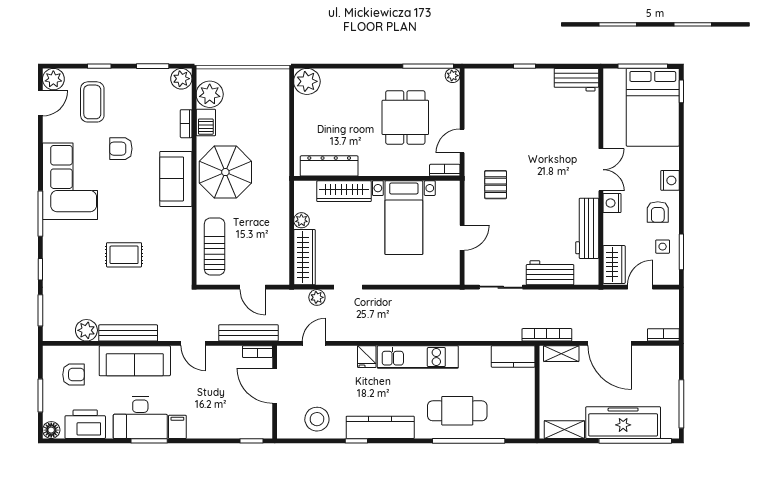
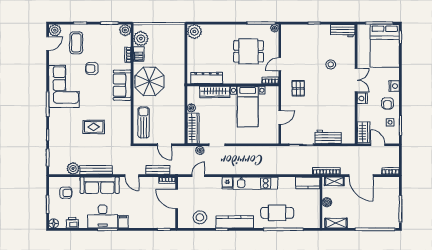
dining table: (405, 117) -> (249, 51), turned 90
stool: (555, 141) -> (331, 65), added
workbench: (587, 228) -> (349, 112), removed
door: (640, 287) -> (378, 145), hinge flipped
bench: (248, 333) -> (158, 170), width x0.73
boiler: (548, 392) -> (327, 202), added
freezer: (623, 423) -> (368, 219), removed
printer: (85, 424) -> (72, 223), width x0.53, depth x0.68

